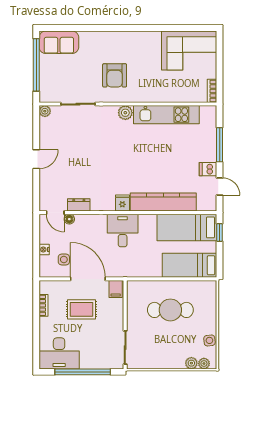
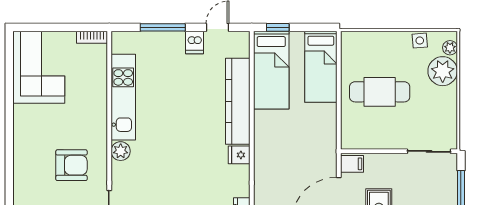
desk: (123, 230) -> (275, 155), removed
cafe table: (170, 310) -> (380, 92), turned 90
plant: (191, 363) -> (443, 71), width x1.88, depth x1.88

